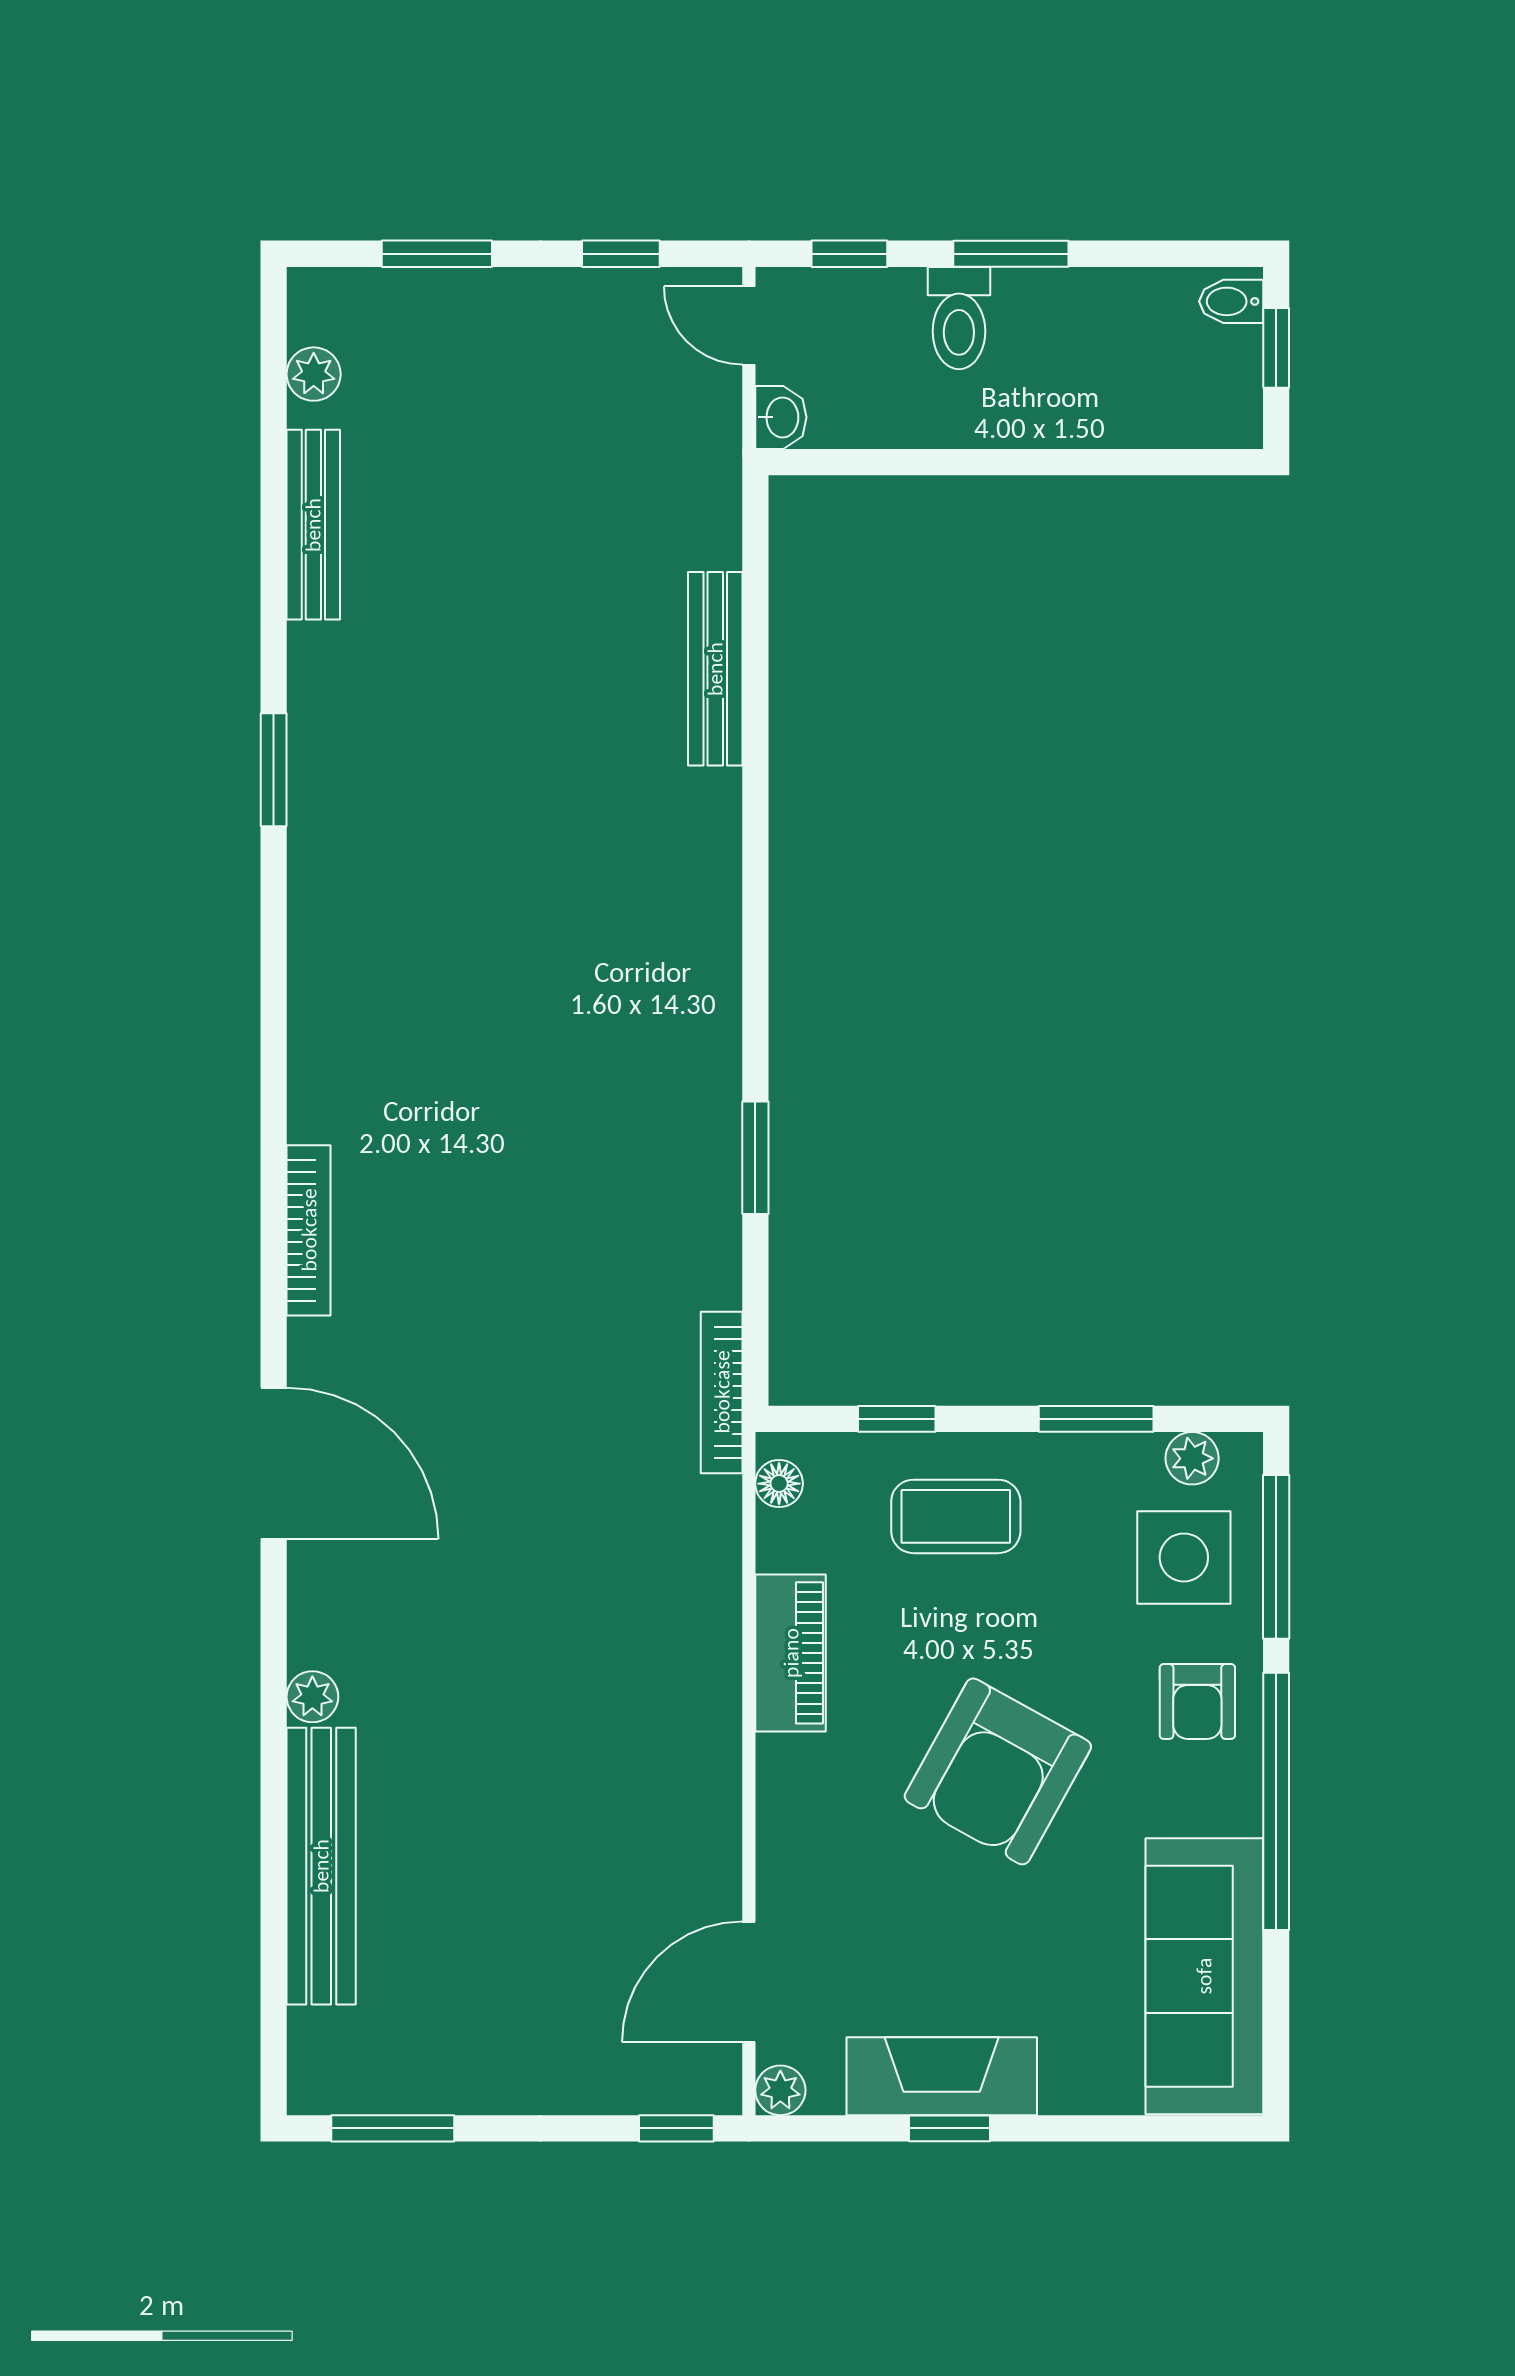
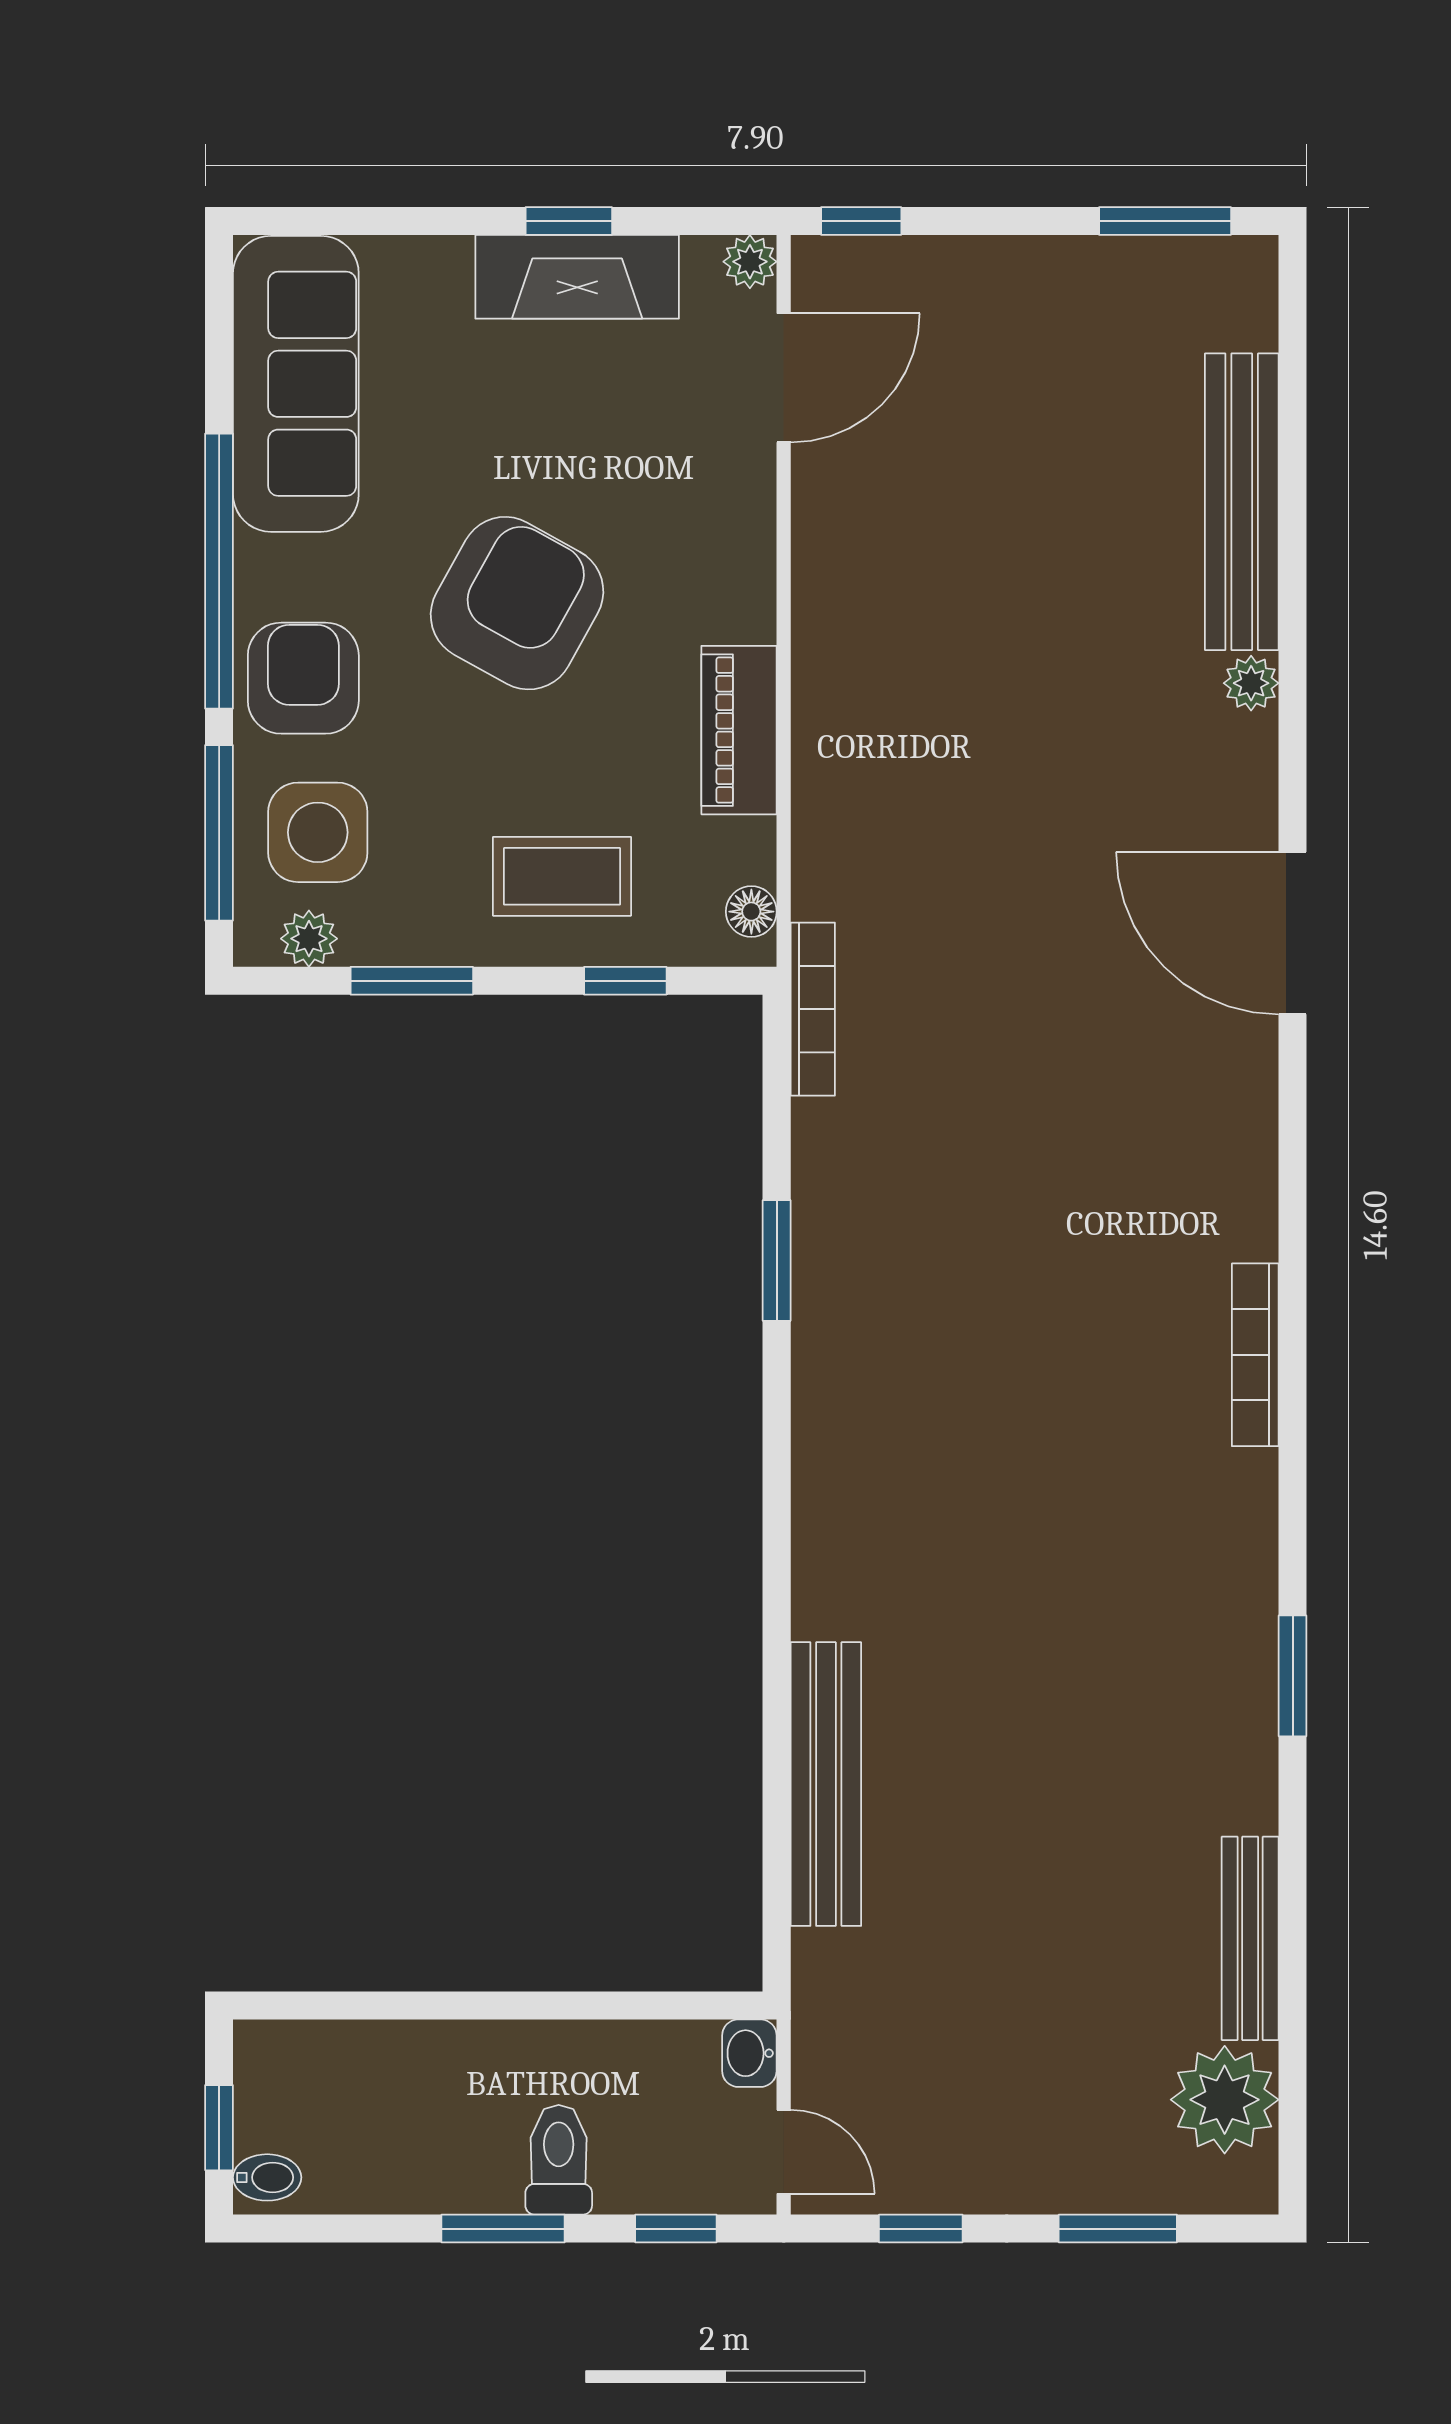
plant: (314, 374) -> (1225, 2100), width x1.87, depth x1.87
bench: (715, 669) -> (826, 1784), width x1.37, depth x1.21
bookcase: (309, 1230) -> (1255, 1355), moved
armchair: (1197, 1701) -> (303, 678), width x1.38, depth x1.38

